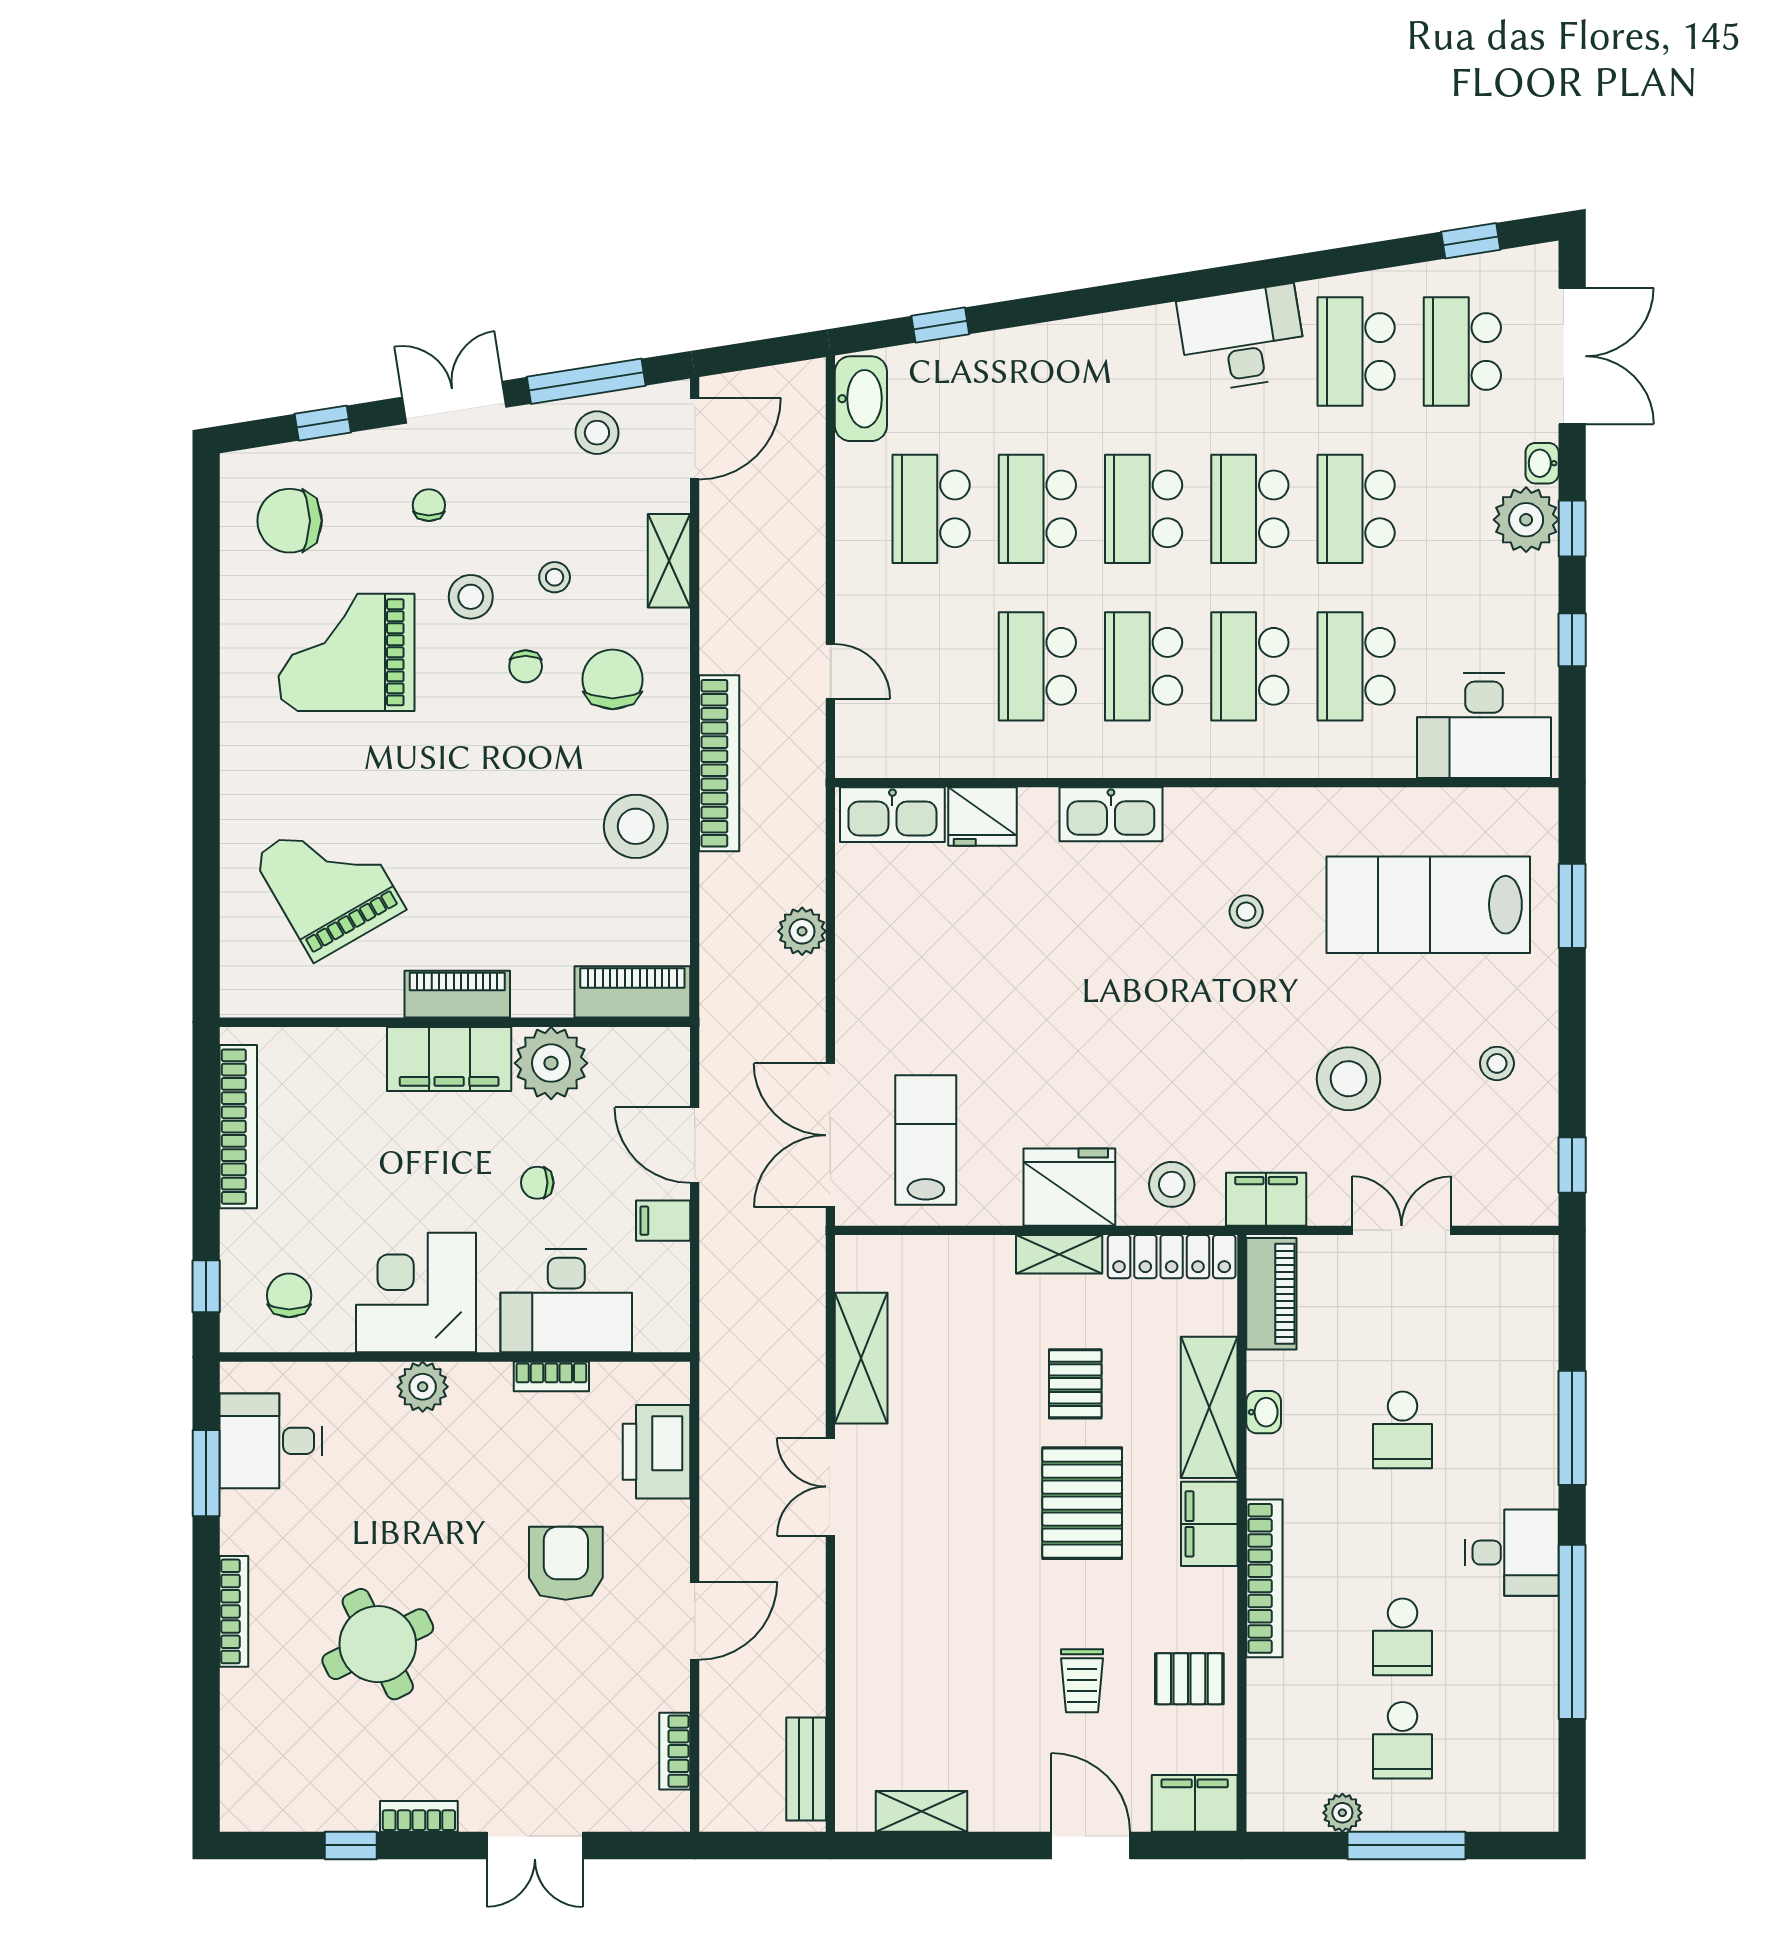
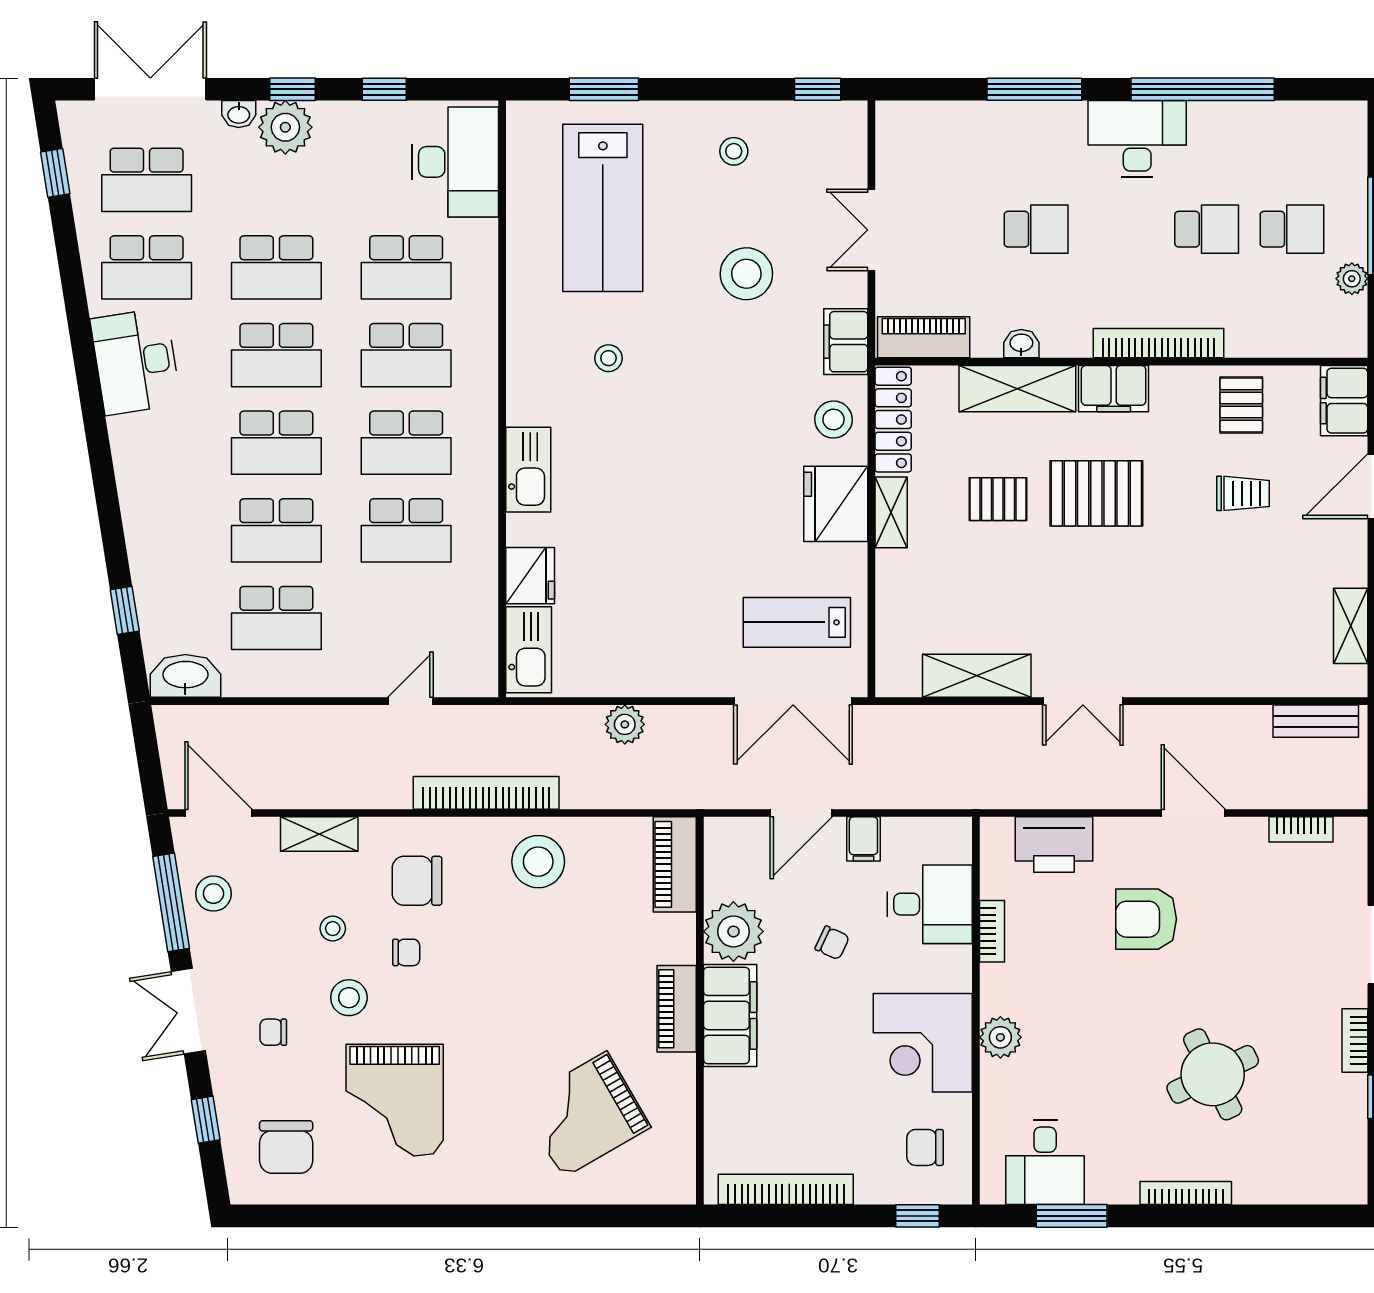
chair: (537, 1183) -> (832, 943), turned -65
desk: (566, 1301) -> (930, 904), width x0.73
desk: (1512, 1553) -> (1137, 139), width x1.37

